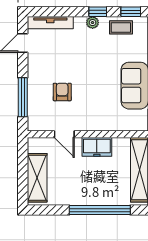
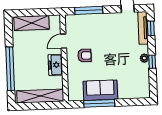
window: (131, 12) -> (151, 28), moved
coffee table: (121, 27) -> (142, 79), removed
armchair: (62, 92) -> (84, 56), moved

